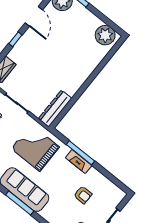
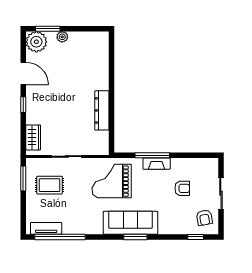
plant: (105, 35) -> (62, 37), moved, width x0.53, depth x0.53
dresser: (55, 108) -> (102, 110), moved
window: (20, 203) -> (135, 237), width x0.69

